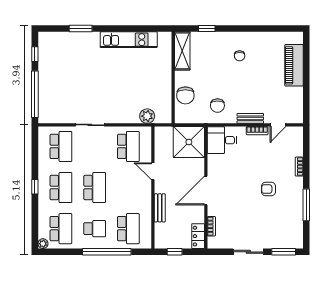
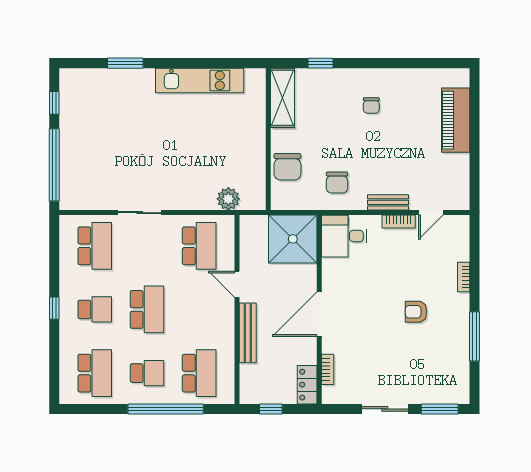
school desk: (61, 188) -> (95, 309), width x0.54
bench: (160, 208) -> (248, 333), width x1.36
plant: (43, 244) -> (67, 396), removed

